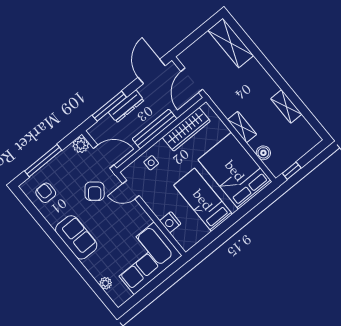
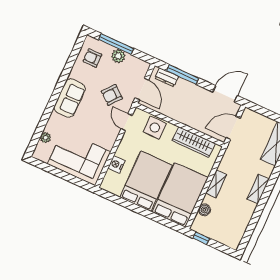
dresser: (126, 106) -> (167, 77), moved, width x0.70
shelving: (286, 106) -> (258, 189), moved
bench: (155, 129) -> (182, 118), removed
plant: (81, 145) -> (118, 56), moved
side table: (151, 163) -> (155, 128), width x1.87, depth x1.87
armchair: (46, 193) -> (92, 58), turned -90
bed: (203, 200) -> (146, 181), width x1.50

